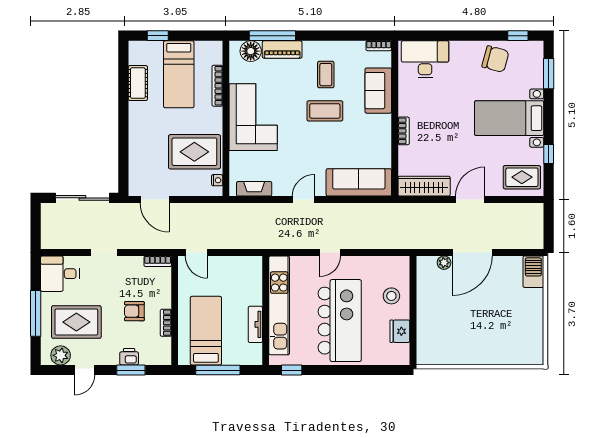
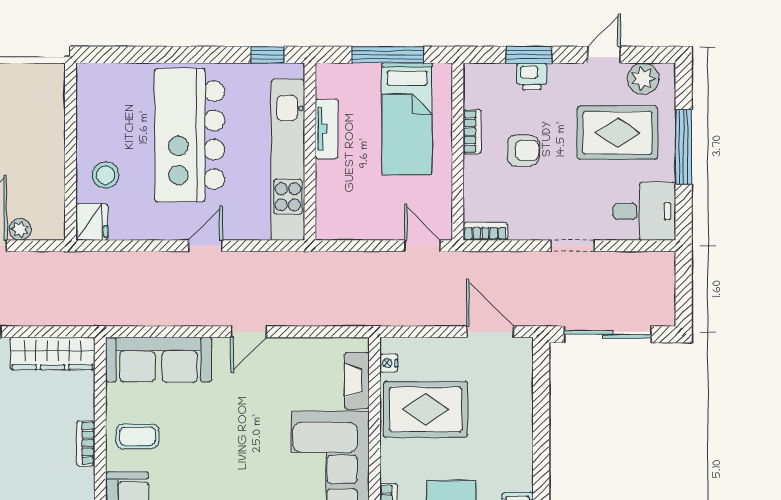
coffee table: (325, 111) -> (138, 436), moved, width x0.73, depth x0.77
fireplace: (254, 189) -> (357, 380), moved, turned 90
fridge: (400, 331) -> (92, 222), moved

